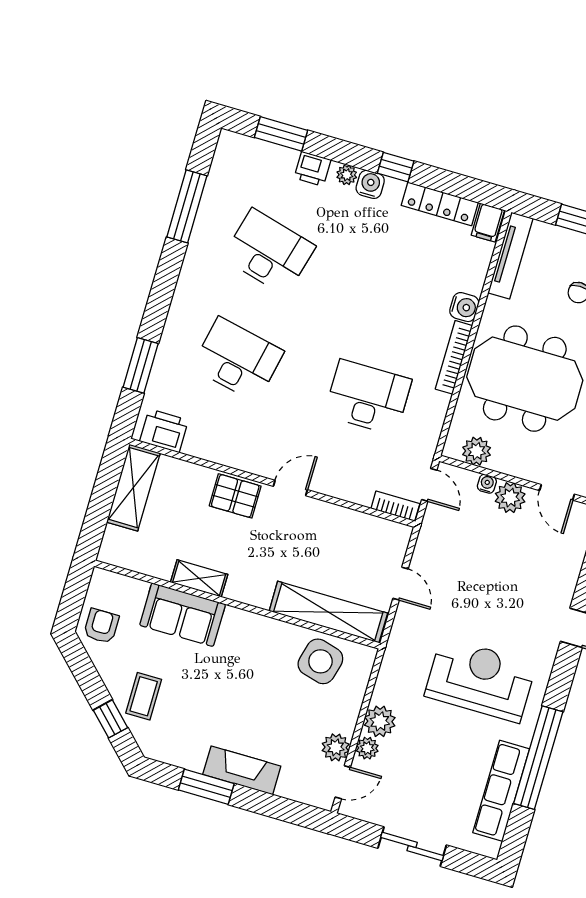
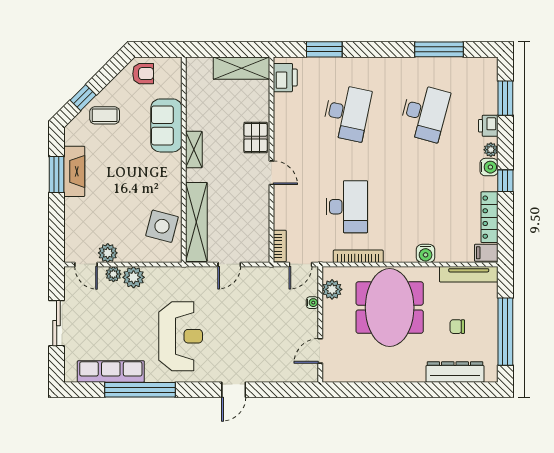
bookcase: (454, 357) -> (358, 256), moved
plant: (510, 498) -> (308, 321), removed
shelving: (199, 578) -> (194, 150), moved
fireplace: (242, 770) -> (74, 171), moved

